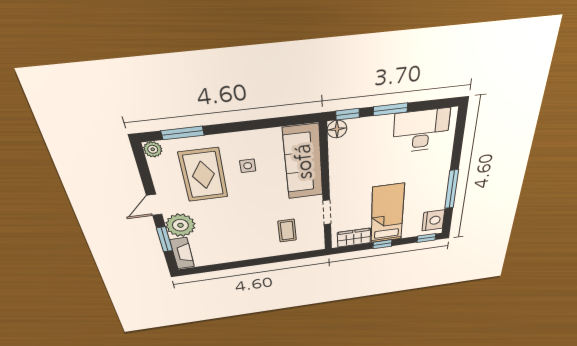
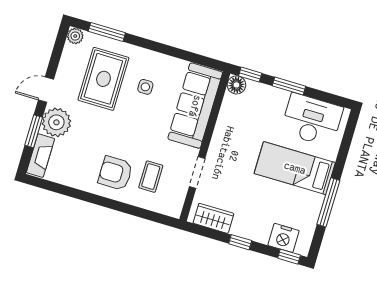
bed: (387, 214) -> (295, 168), moved, turned -90
nightstand: (433, 220) -> (283, 238), moved, turned 90
armchair: (255, 240) -> (115, 173), added

